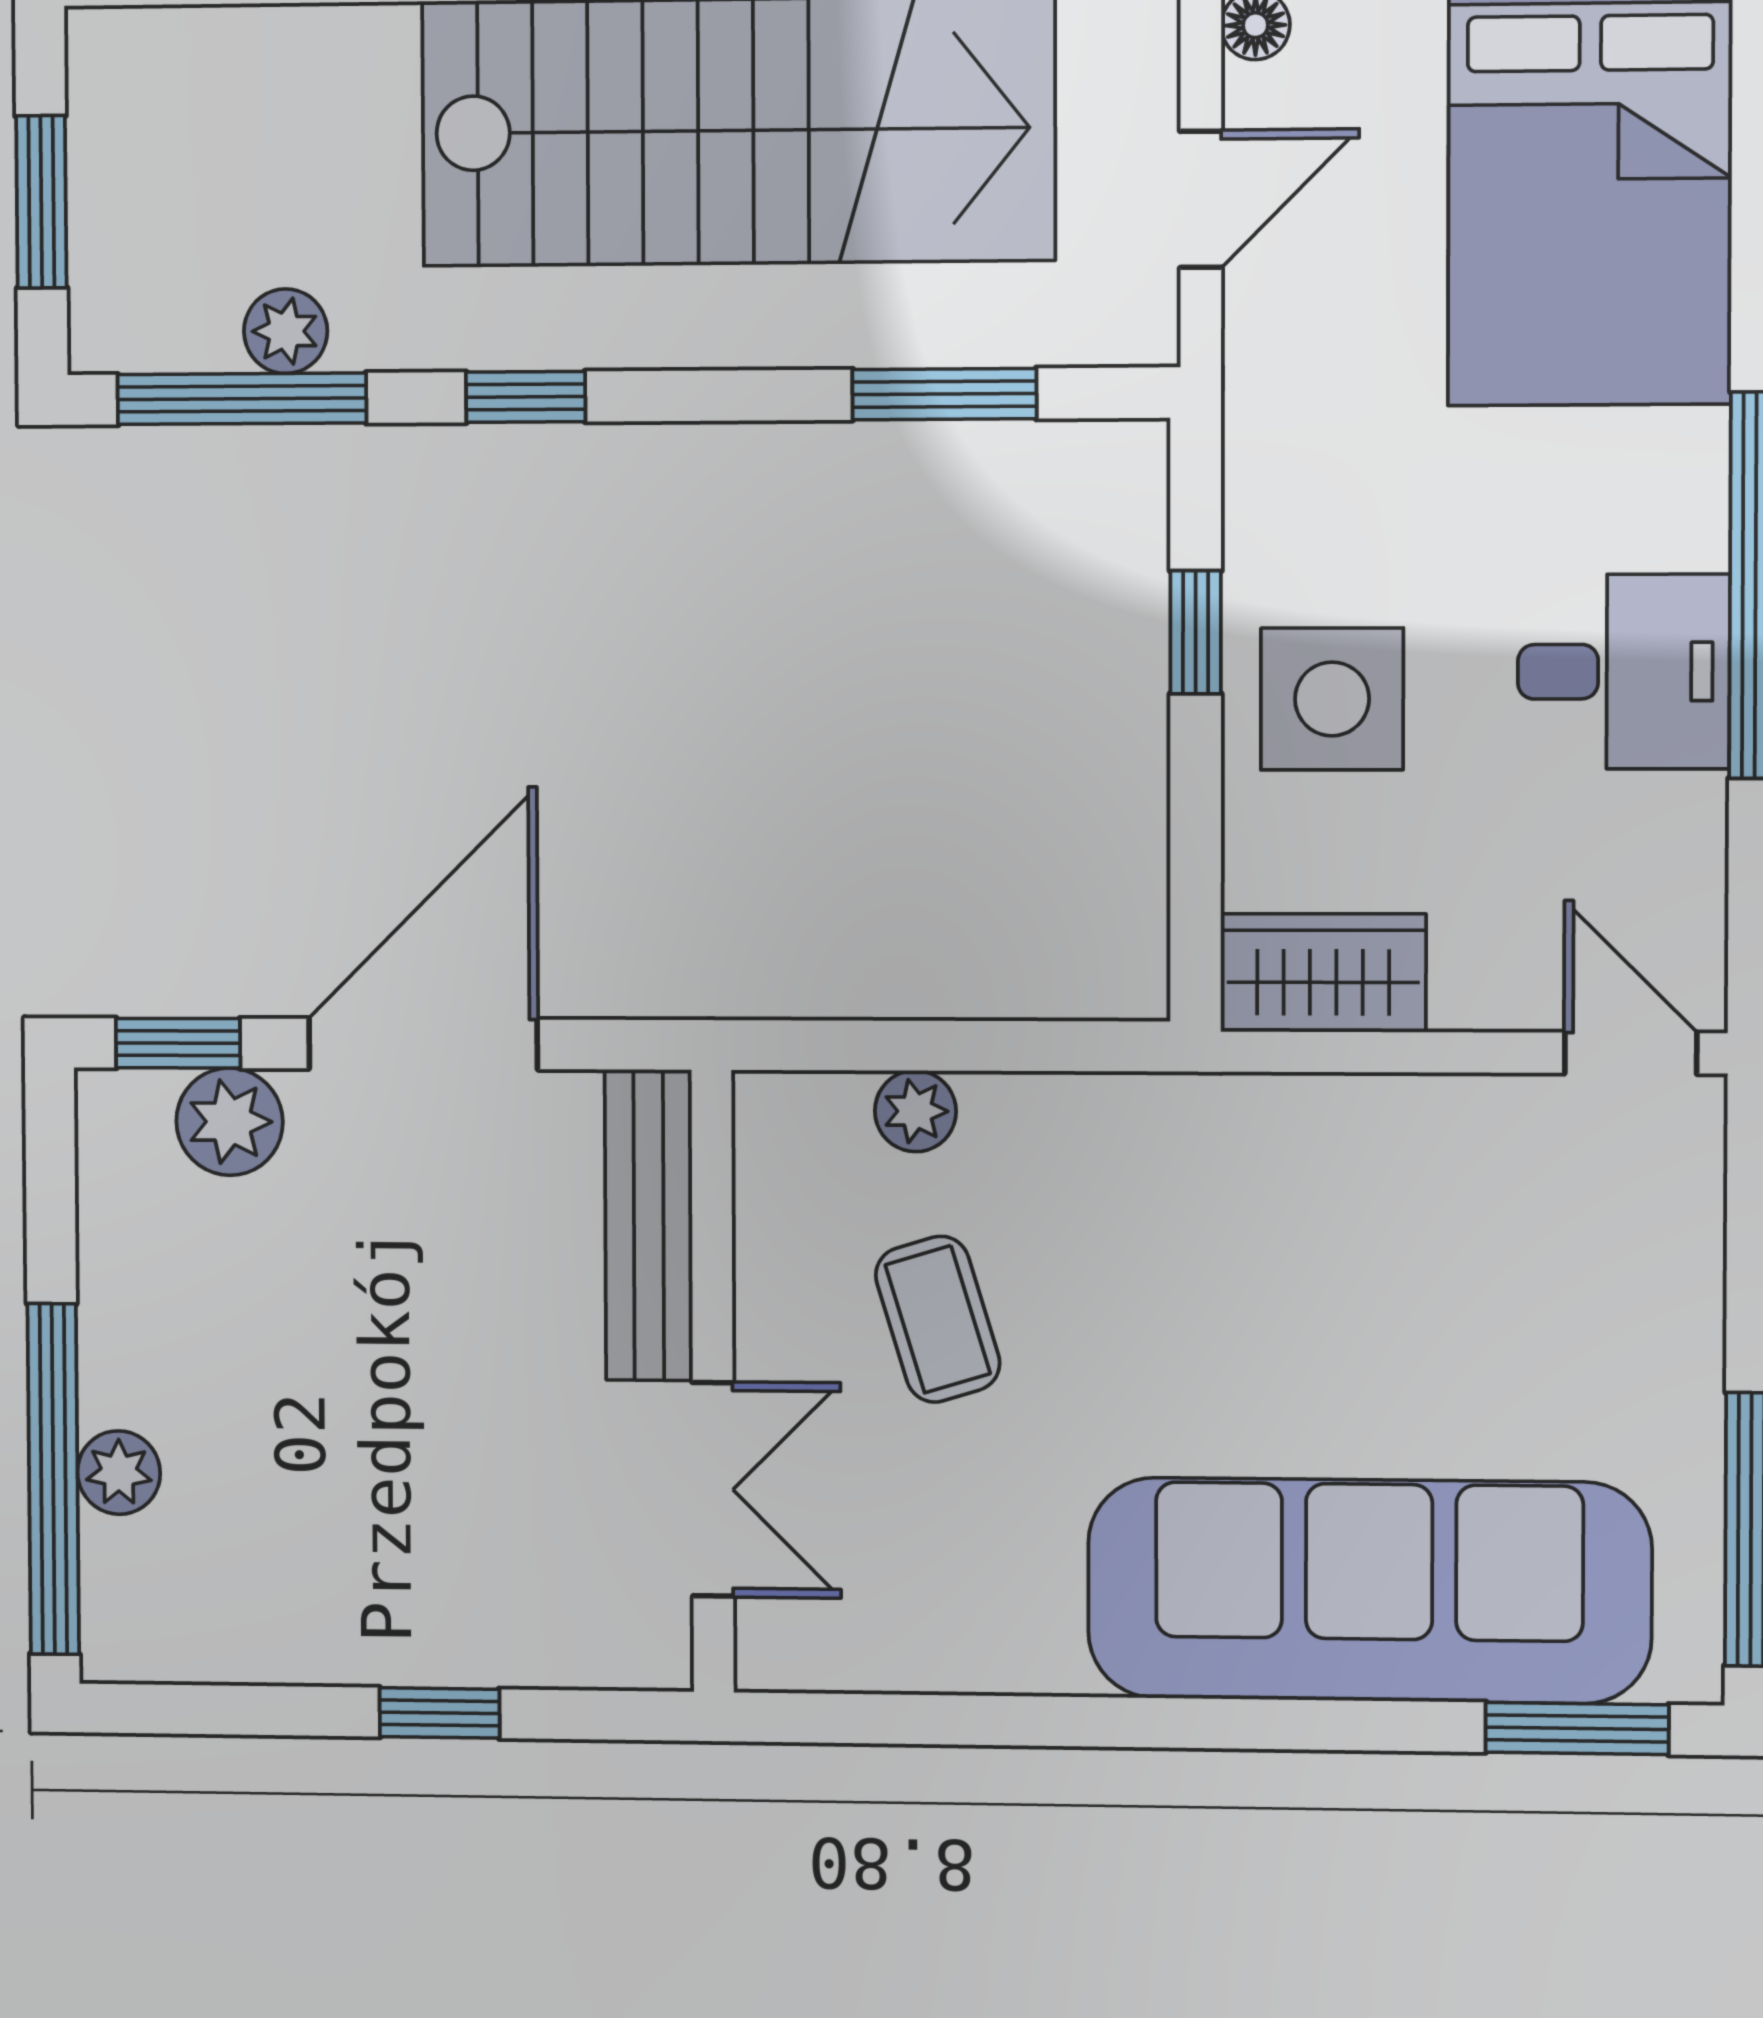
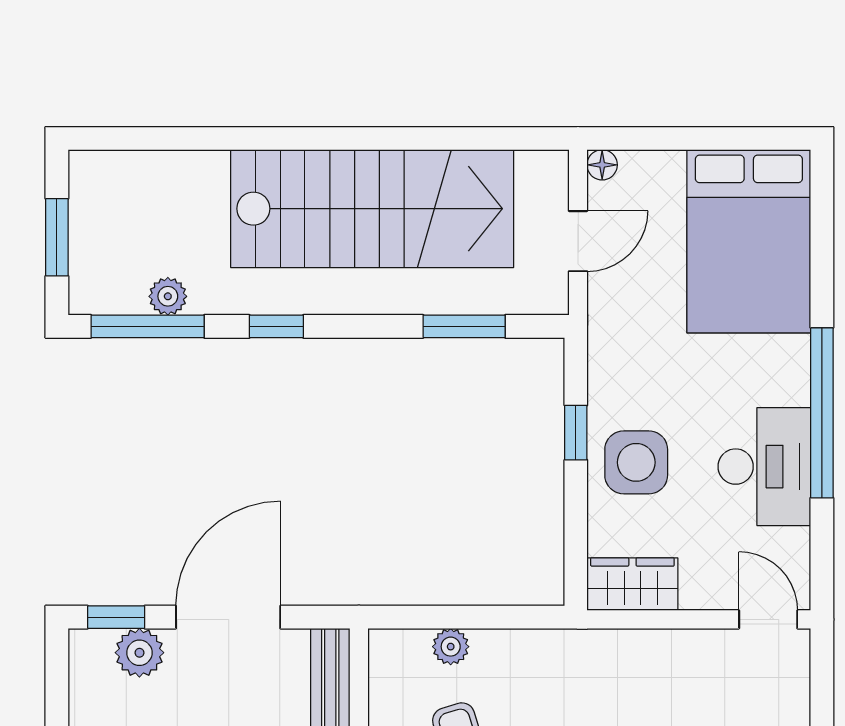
desk: (1624, 672) -> (764, 467), width x1.37

